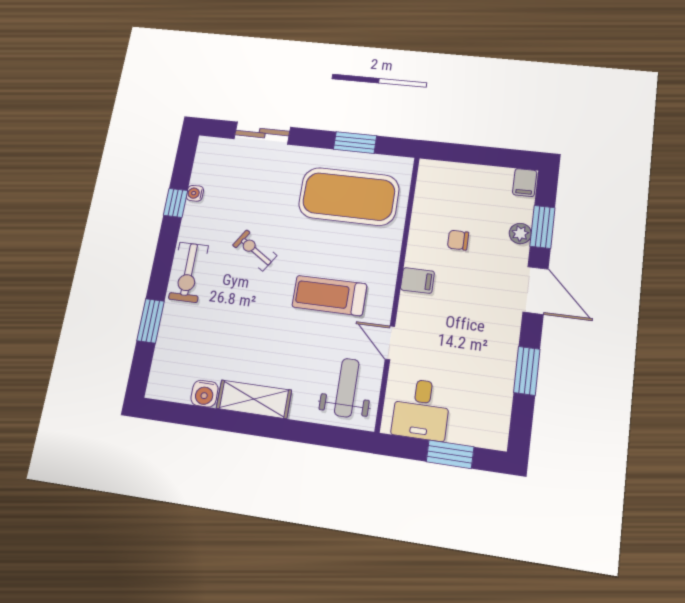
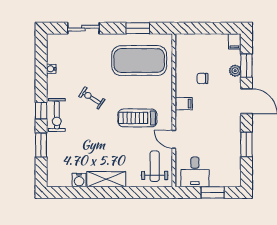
window: (176, 203) -> (41, 111), moved

